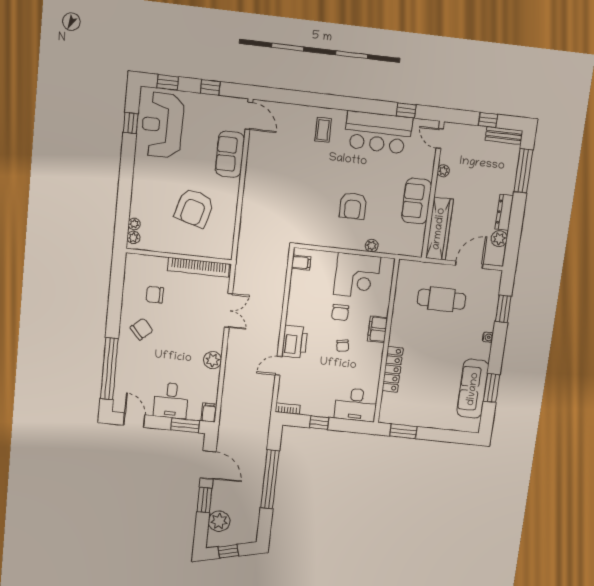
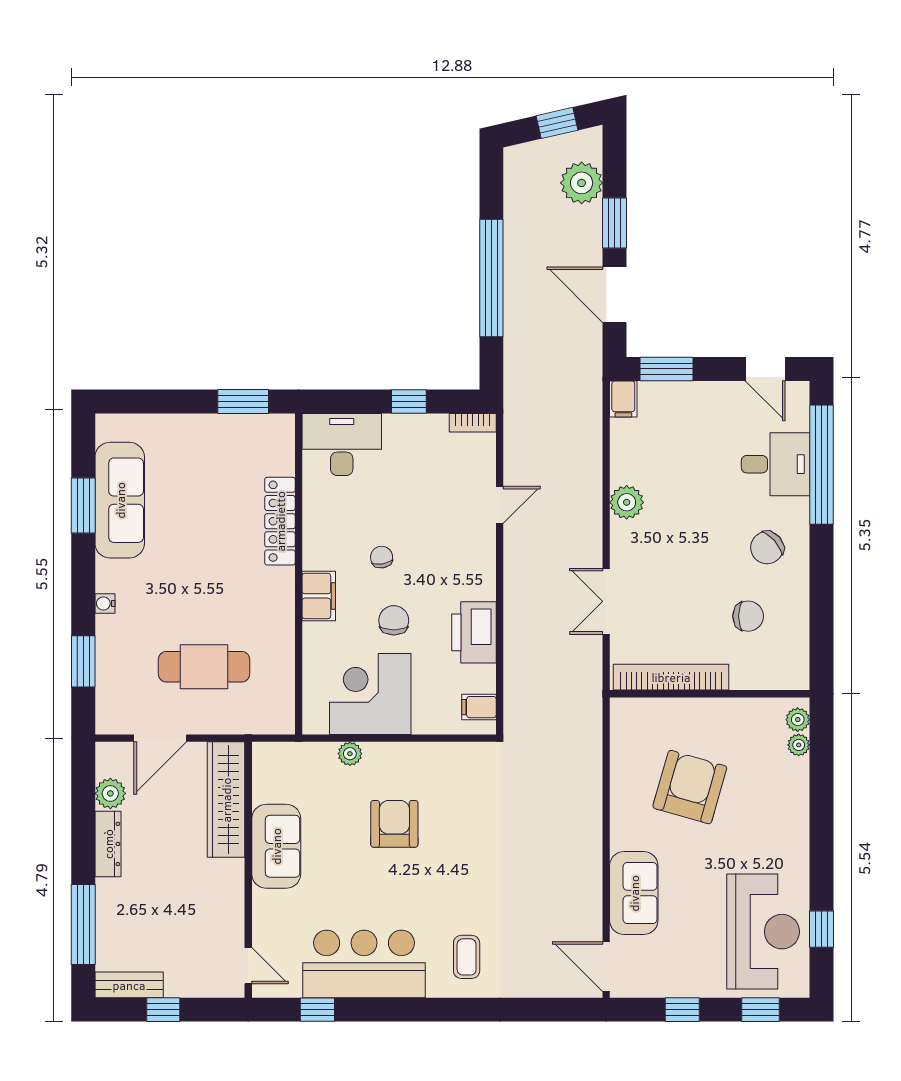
plant: (443, 171) -> (234, 908), removed
printer: (295, 342) -> (474, 632), moved
desk: (171, 401) -> (776, 464), moved, turned 90

